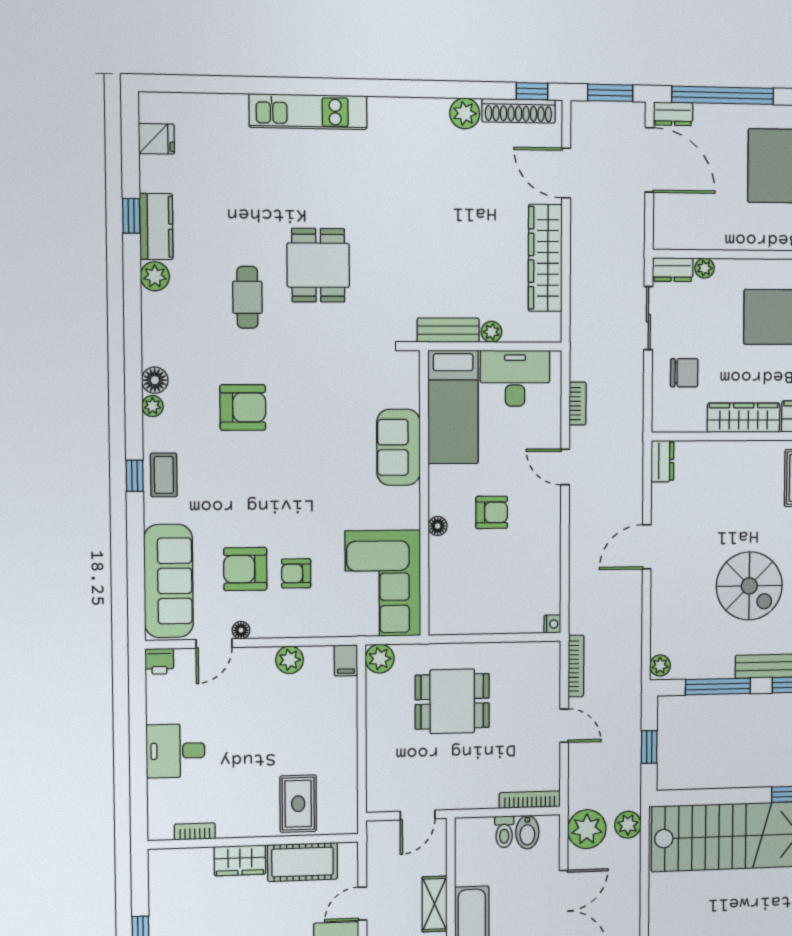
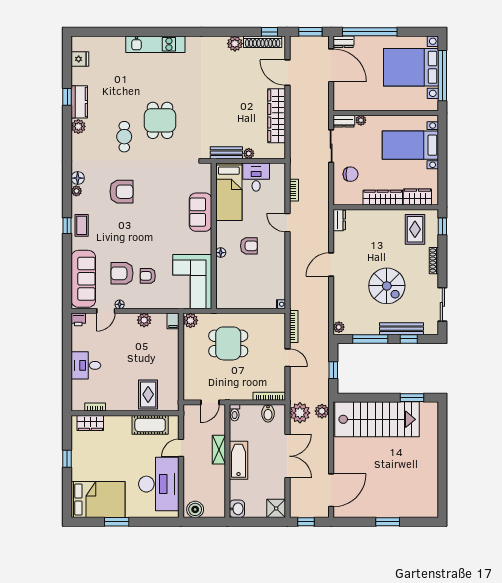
desk: (515, 378) -> (256, 177), width x0.73
toilet: (504, 832) -> (235, 413), moved
wardrobe: (240, 860) -> (90, 423), moved

